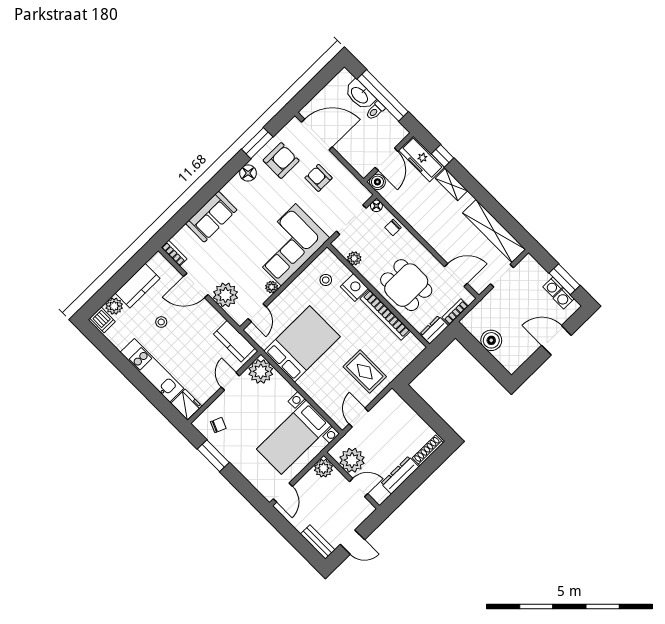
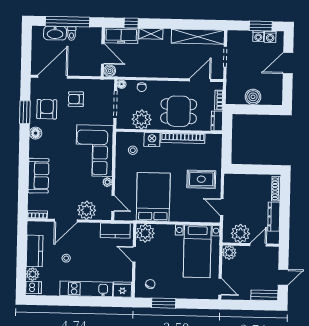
plant: (354, 258) -> (142, 119), width x1.88, depth x1.88

